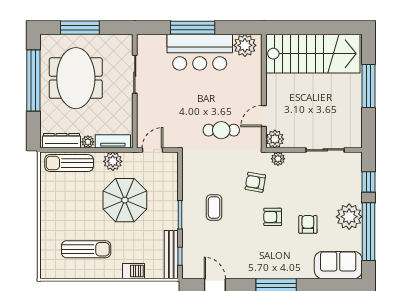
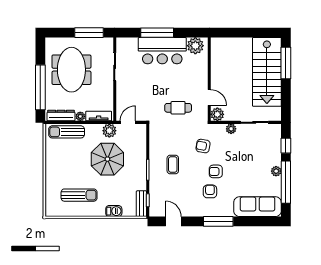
window: (80, 28) -> (89, 33), moved
stairs: (313, 54) -> (267, 72), moved, turned 90
window: (33, 81) -> (40, 87), moved
window: (368, 86) -> (286, 63), moved
door: (264, 116) -> (209, 98), swing flipped
plant: (278, 159) -> (231, 129), moved
plant: (113, 161) -> (109, 131), moved
plant: (349, 217) -> (276, 171), width x0.53, depth x0.53
armchair: (308, 224) -> (210, 191), moved
bench: (171, 255) -> (141, 204), width x0.73
sofa: (338, 265) -> (258, 207), width x1.36

